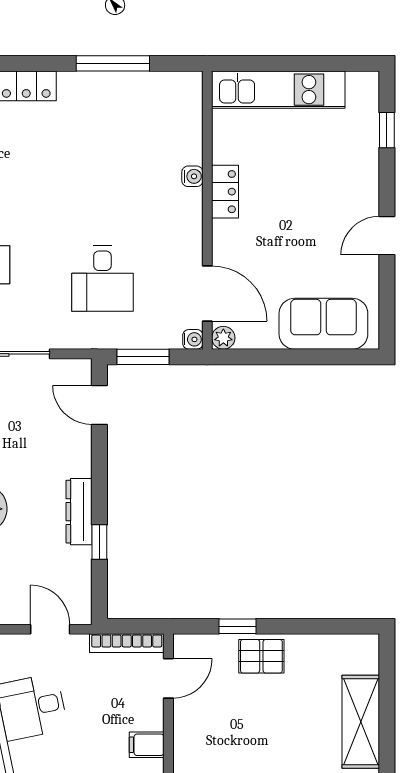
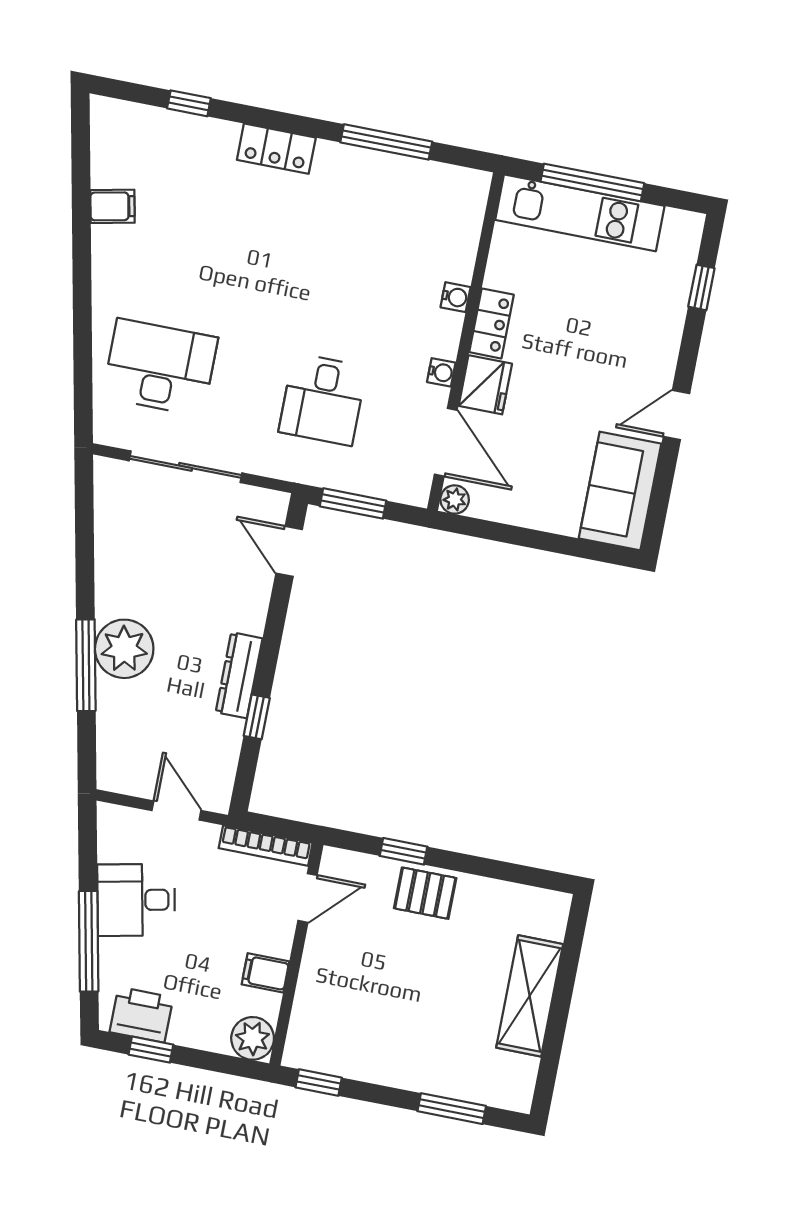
window: (283, 63) -> (592, 182), added
fridge: (230, 241) -> (485, 385), added
sofa: (323, 324) -> (620, 491), moved, turned -90
water cooler: (193, 339) -> (441, 372), moved

